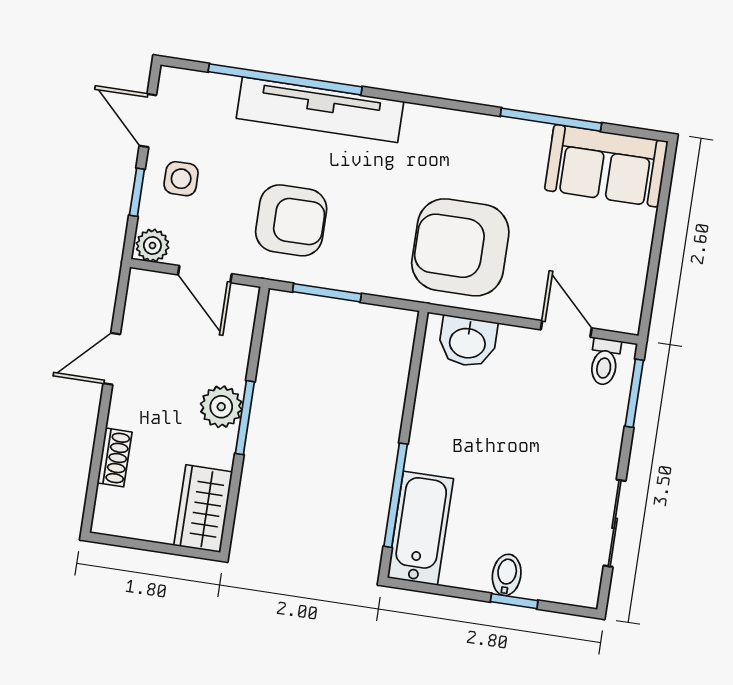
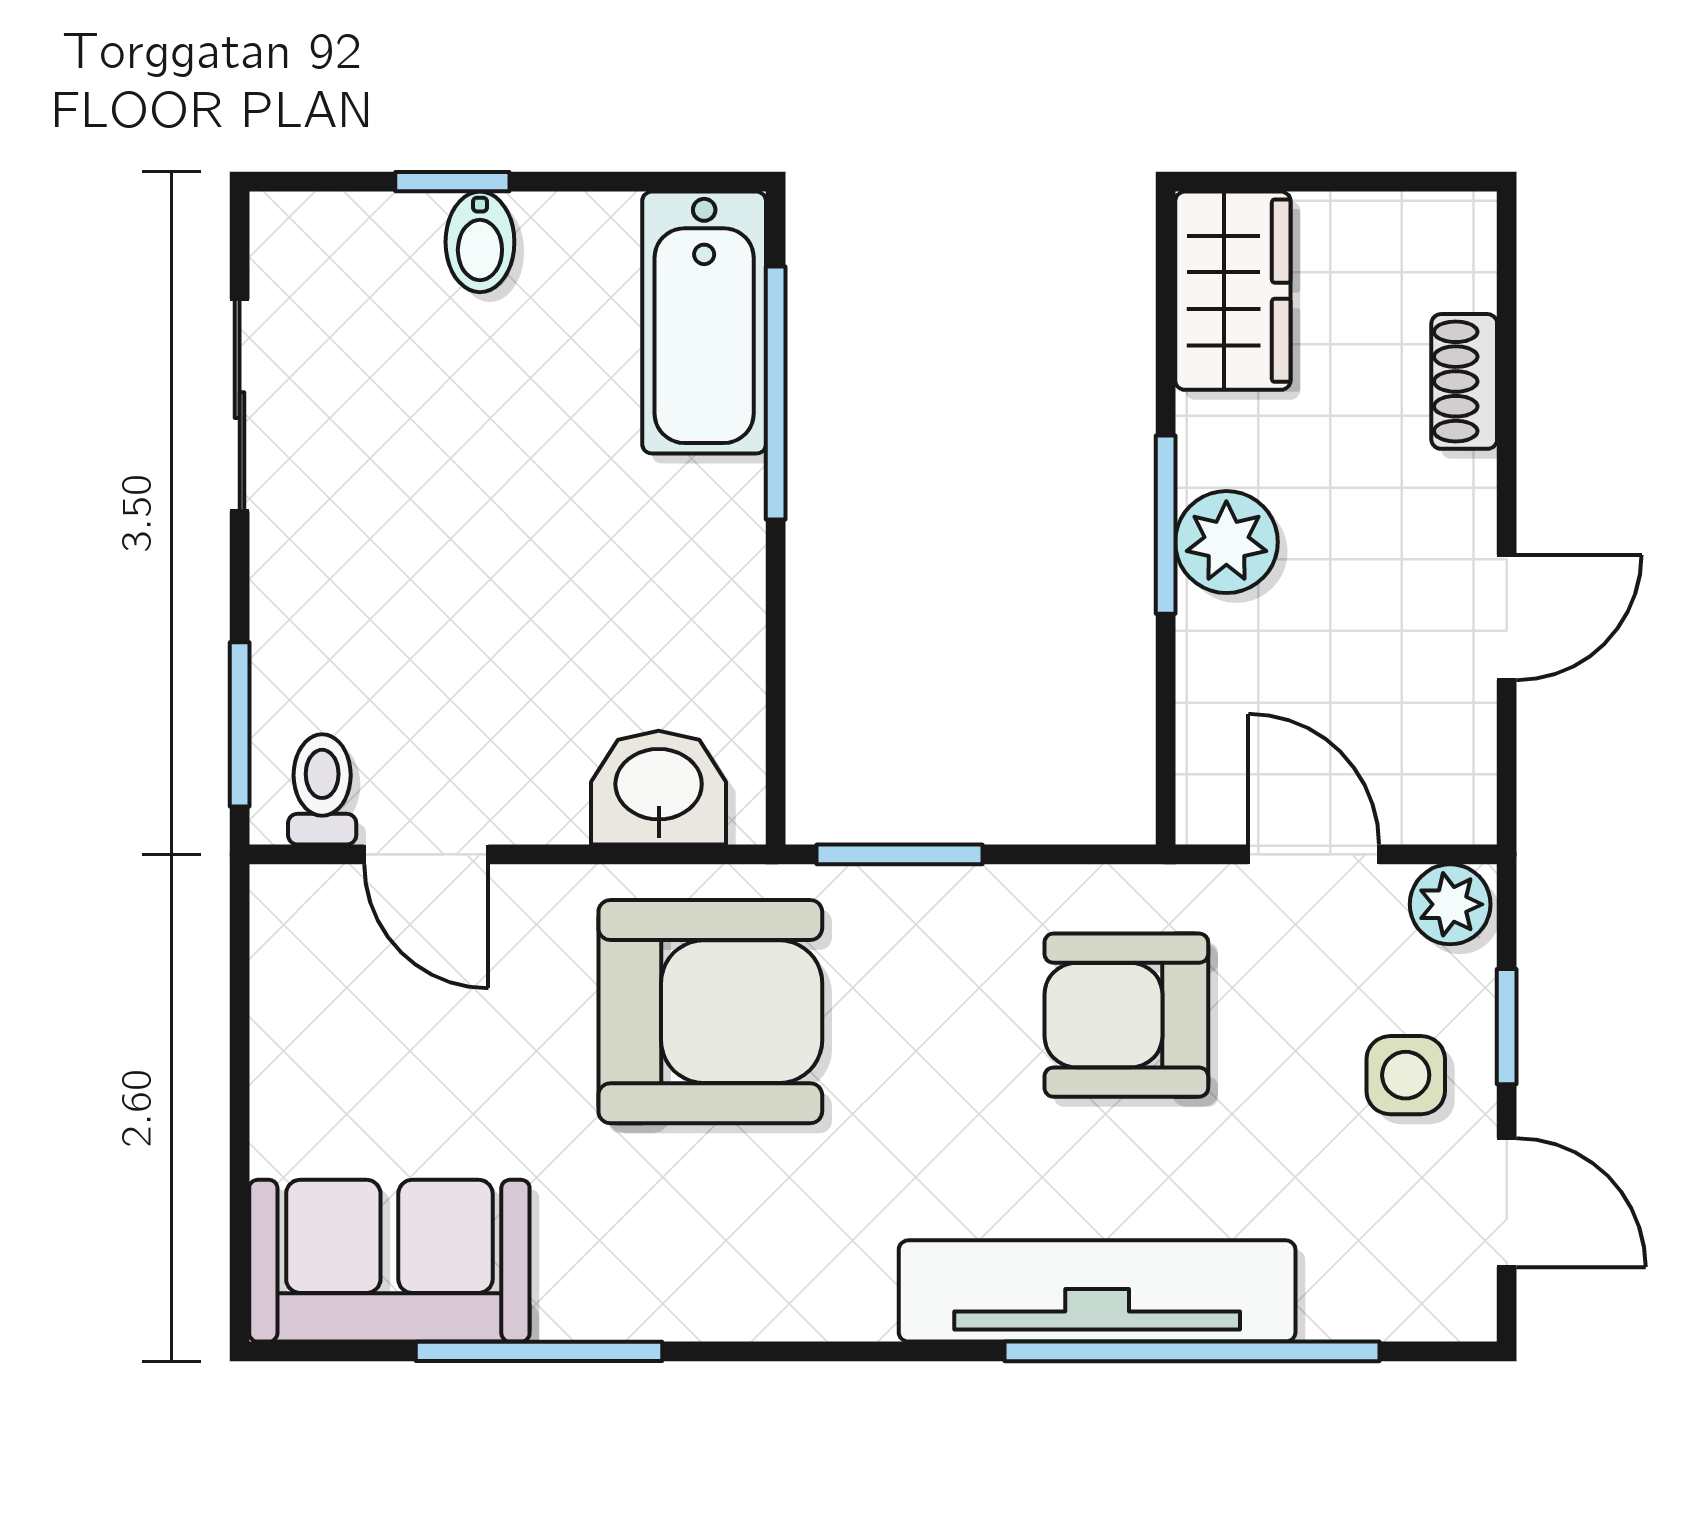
window: (327, 293) -> (900, 854), moved

